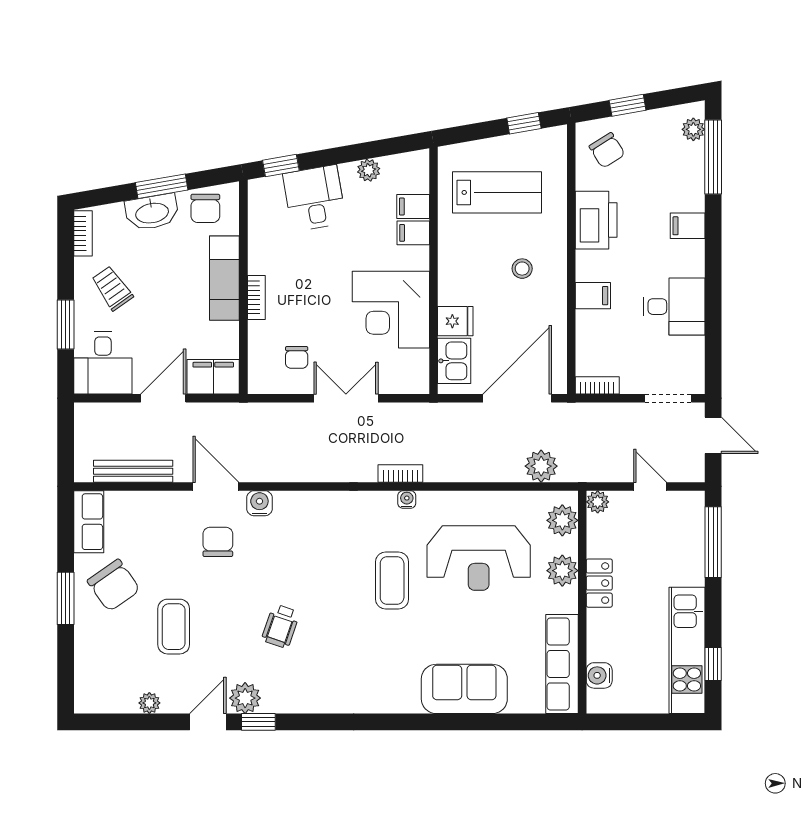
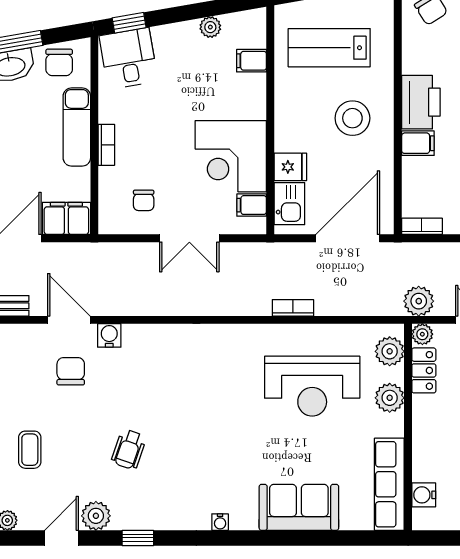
lab bench: (497, 192) -> (329, 48), turned 180
desk: (314, 198) -> (129, 58), moved
printer: (596, 220) -> (421, 102), moved
filing cabinet: (413, 233) -> (252, 205), moved
stool: (522, 269) -> (352, 118), width x1.89, depth x1.89
double door: (346, 398) -> (189, 238), swing flipped
plant: (541, 466) -> (419, 301), moved
bookcase: (400, 473) -> (293, 308), moved
water cooler: (407, 499) -> (220, 522), moved, turned 180
coffee table: (392, 581) -> (232, 407), removed
locker: (599, 583) -> (424, 370), moved
coffee table: (174, 627) -> (30, 450), width x0.73, depth x0.77
window: (258, 722) -> (138, 538), moved

